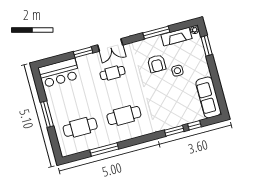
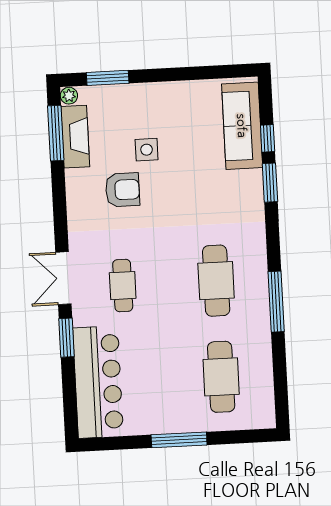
window: (156, 33) -> (56, 133), moved
double door: (110, 45) -> (63, 278), swing flipped
bar counter: (59, 73) -> (98, 382), width x1.36
sofa: (208, 97) -> (242, 126), moved, turned 90
window: (104, 150) -> (276, 302), moved

